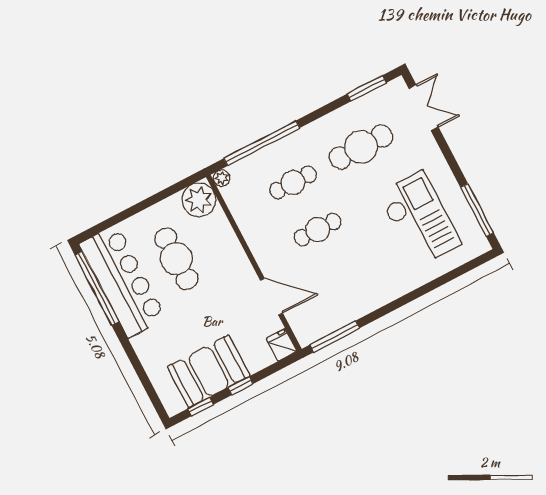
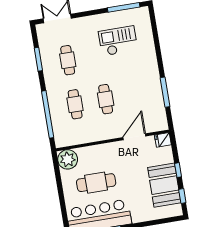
window: (367, 88) -> (38, 59), moved
cafe table: (361, 147) -> (68, 60), width x0.73, depth x0.74
plant: (222, 178) -> (60, 143), removed
checkout: (419, 219) -> (118, 41), width x0.73, depth x0.83
window: (335, 336) -> (165, 92), moved

